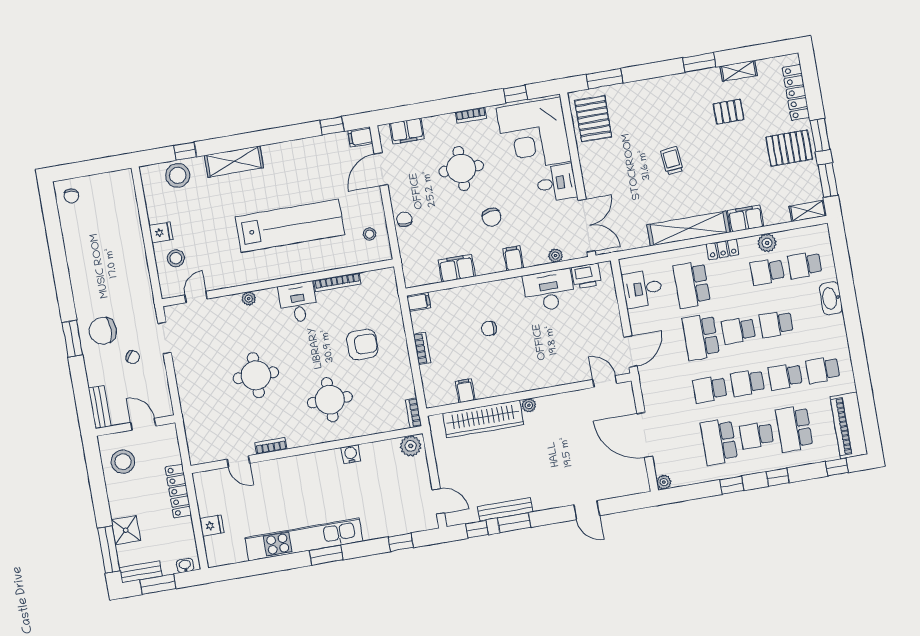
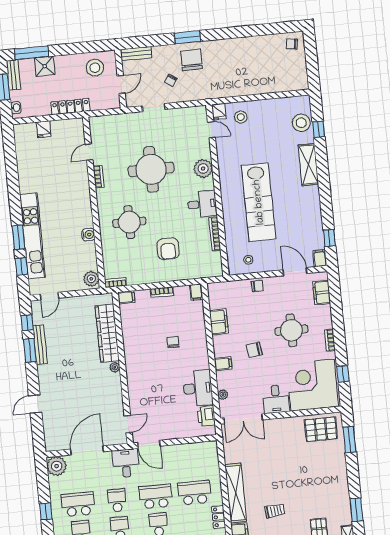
trolley: (672, 161) -> (275, 511), moved
fridge: (161, 232) -> (219, 112), moved
desk: (642, 289) -> (126, 463), moved
plant: (249, 299) -> (203, 169), width x1.87, depth x1.87
doorway: (165, 338) -> (154, 108), moved
round table: (256, 375) -> (151, 169), width x1.36, depth x1.36
filing cabinet: (465, 391) -> (126, 297), moved
plant: (664, 482) -> (57, 466), width x1.87, depth x1.87
kitchen unit: (304, 539) -> (32, 236), moved
window: (326, 555) -> (18, 237), moved

